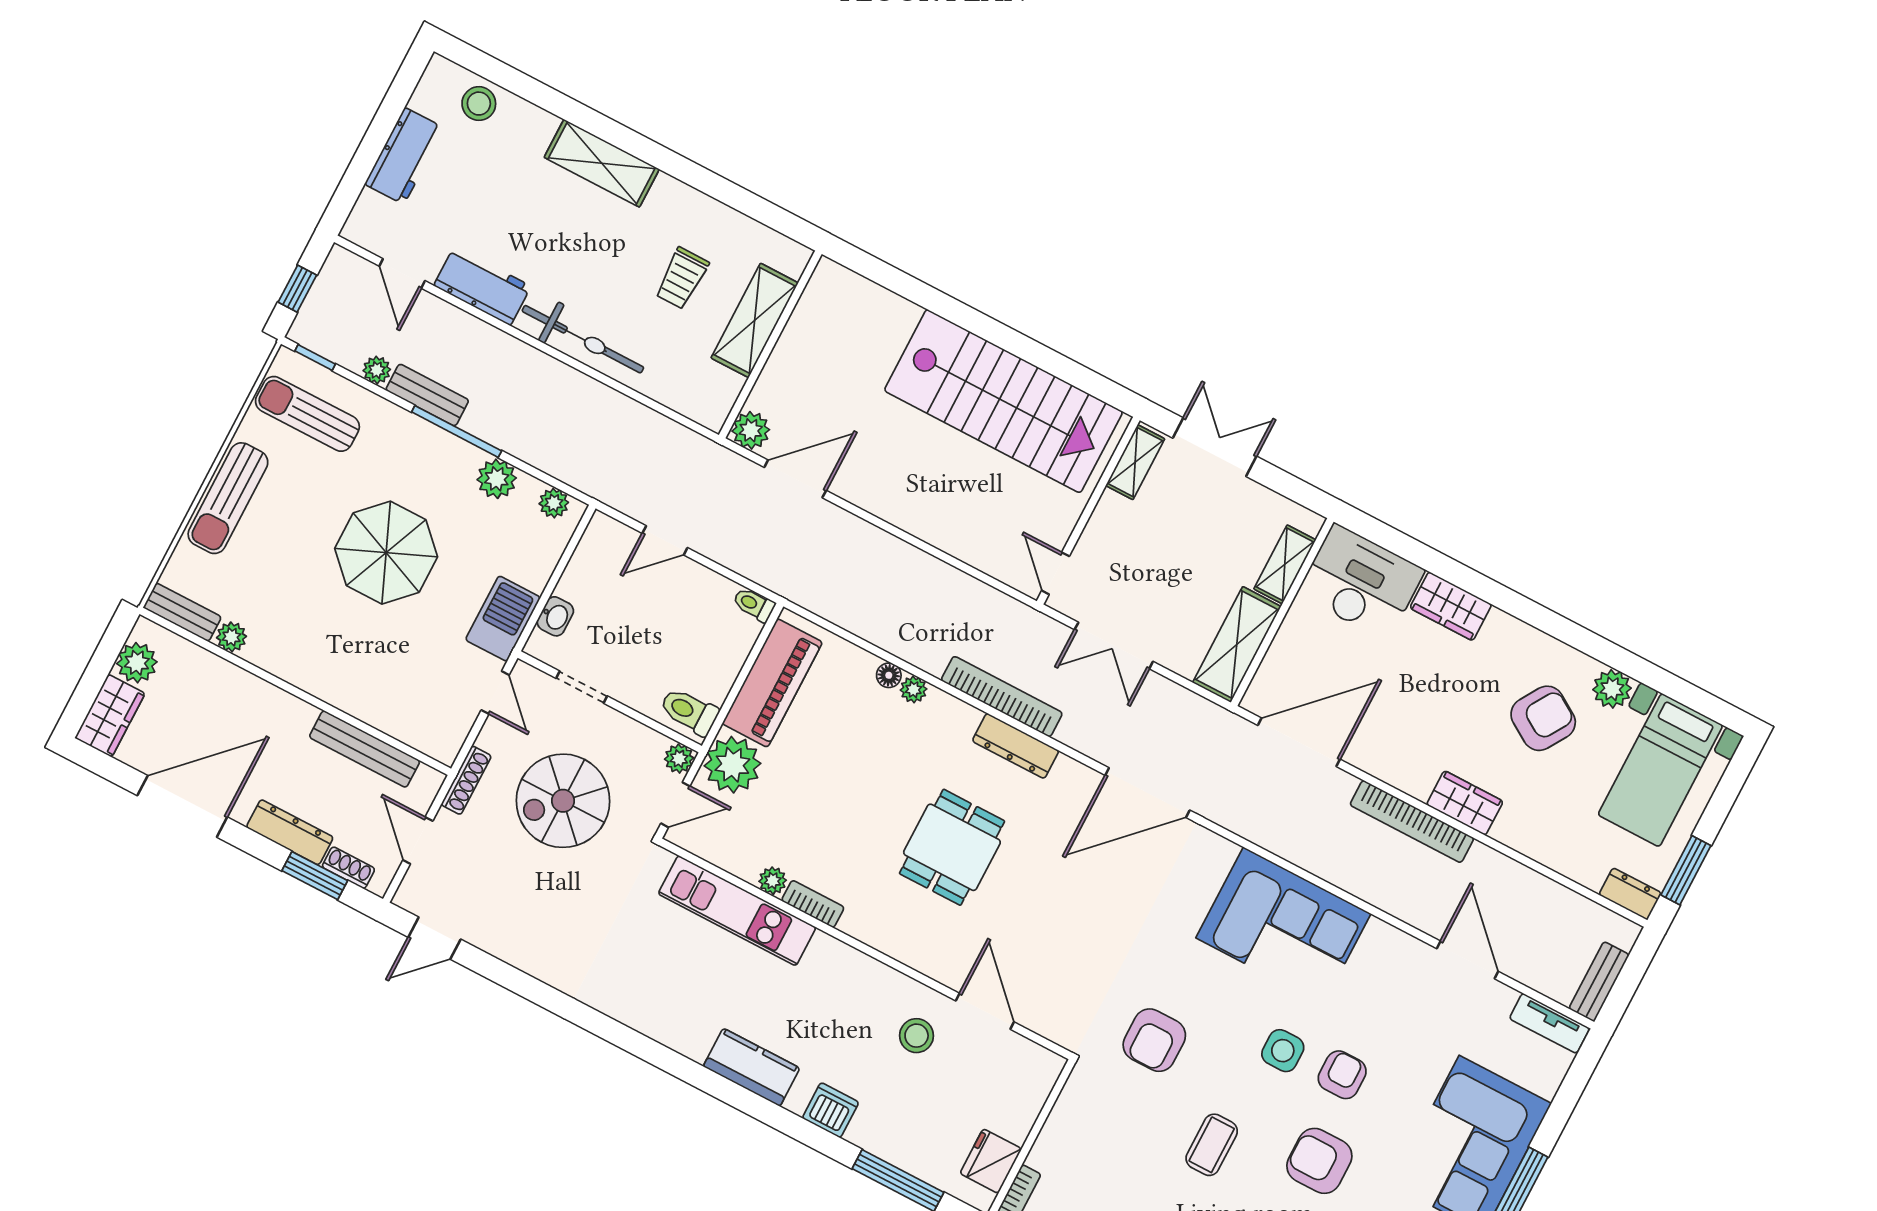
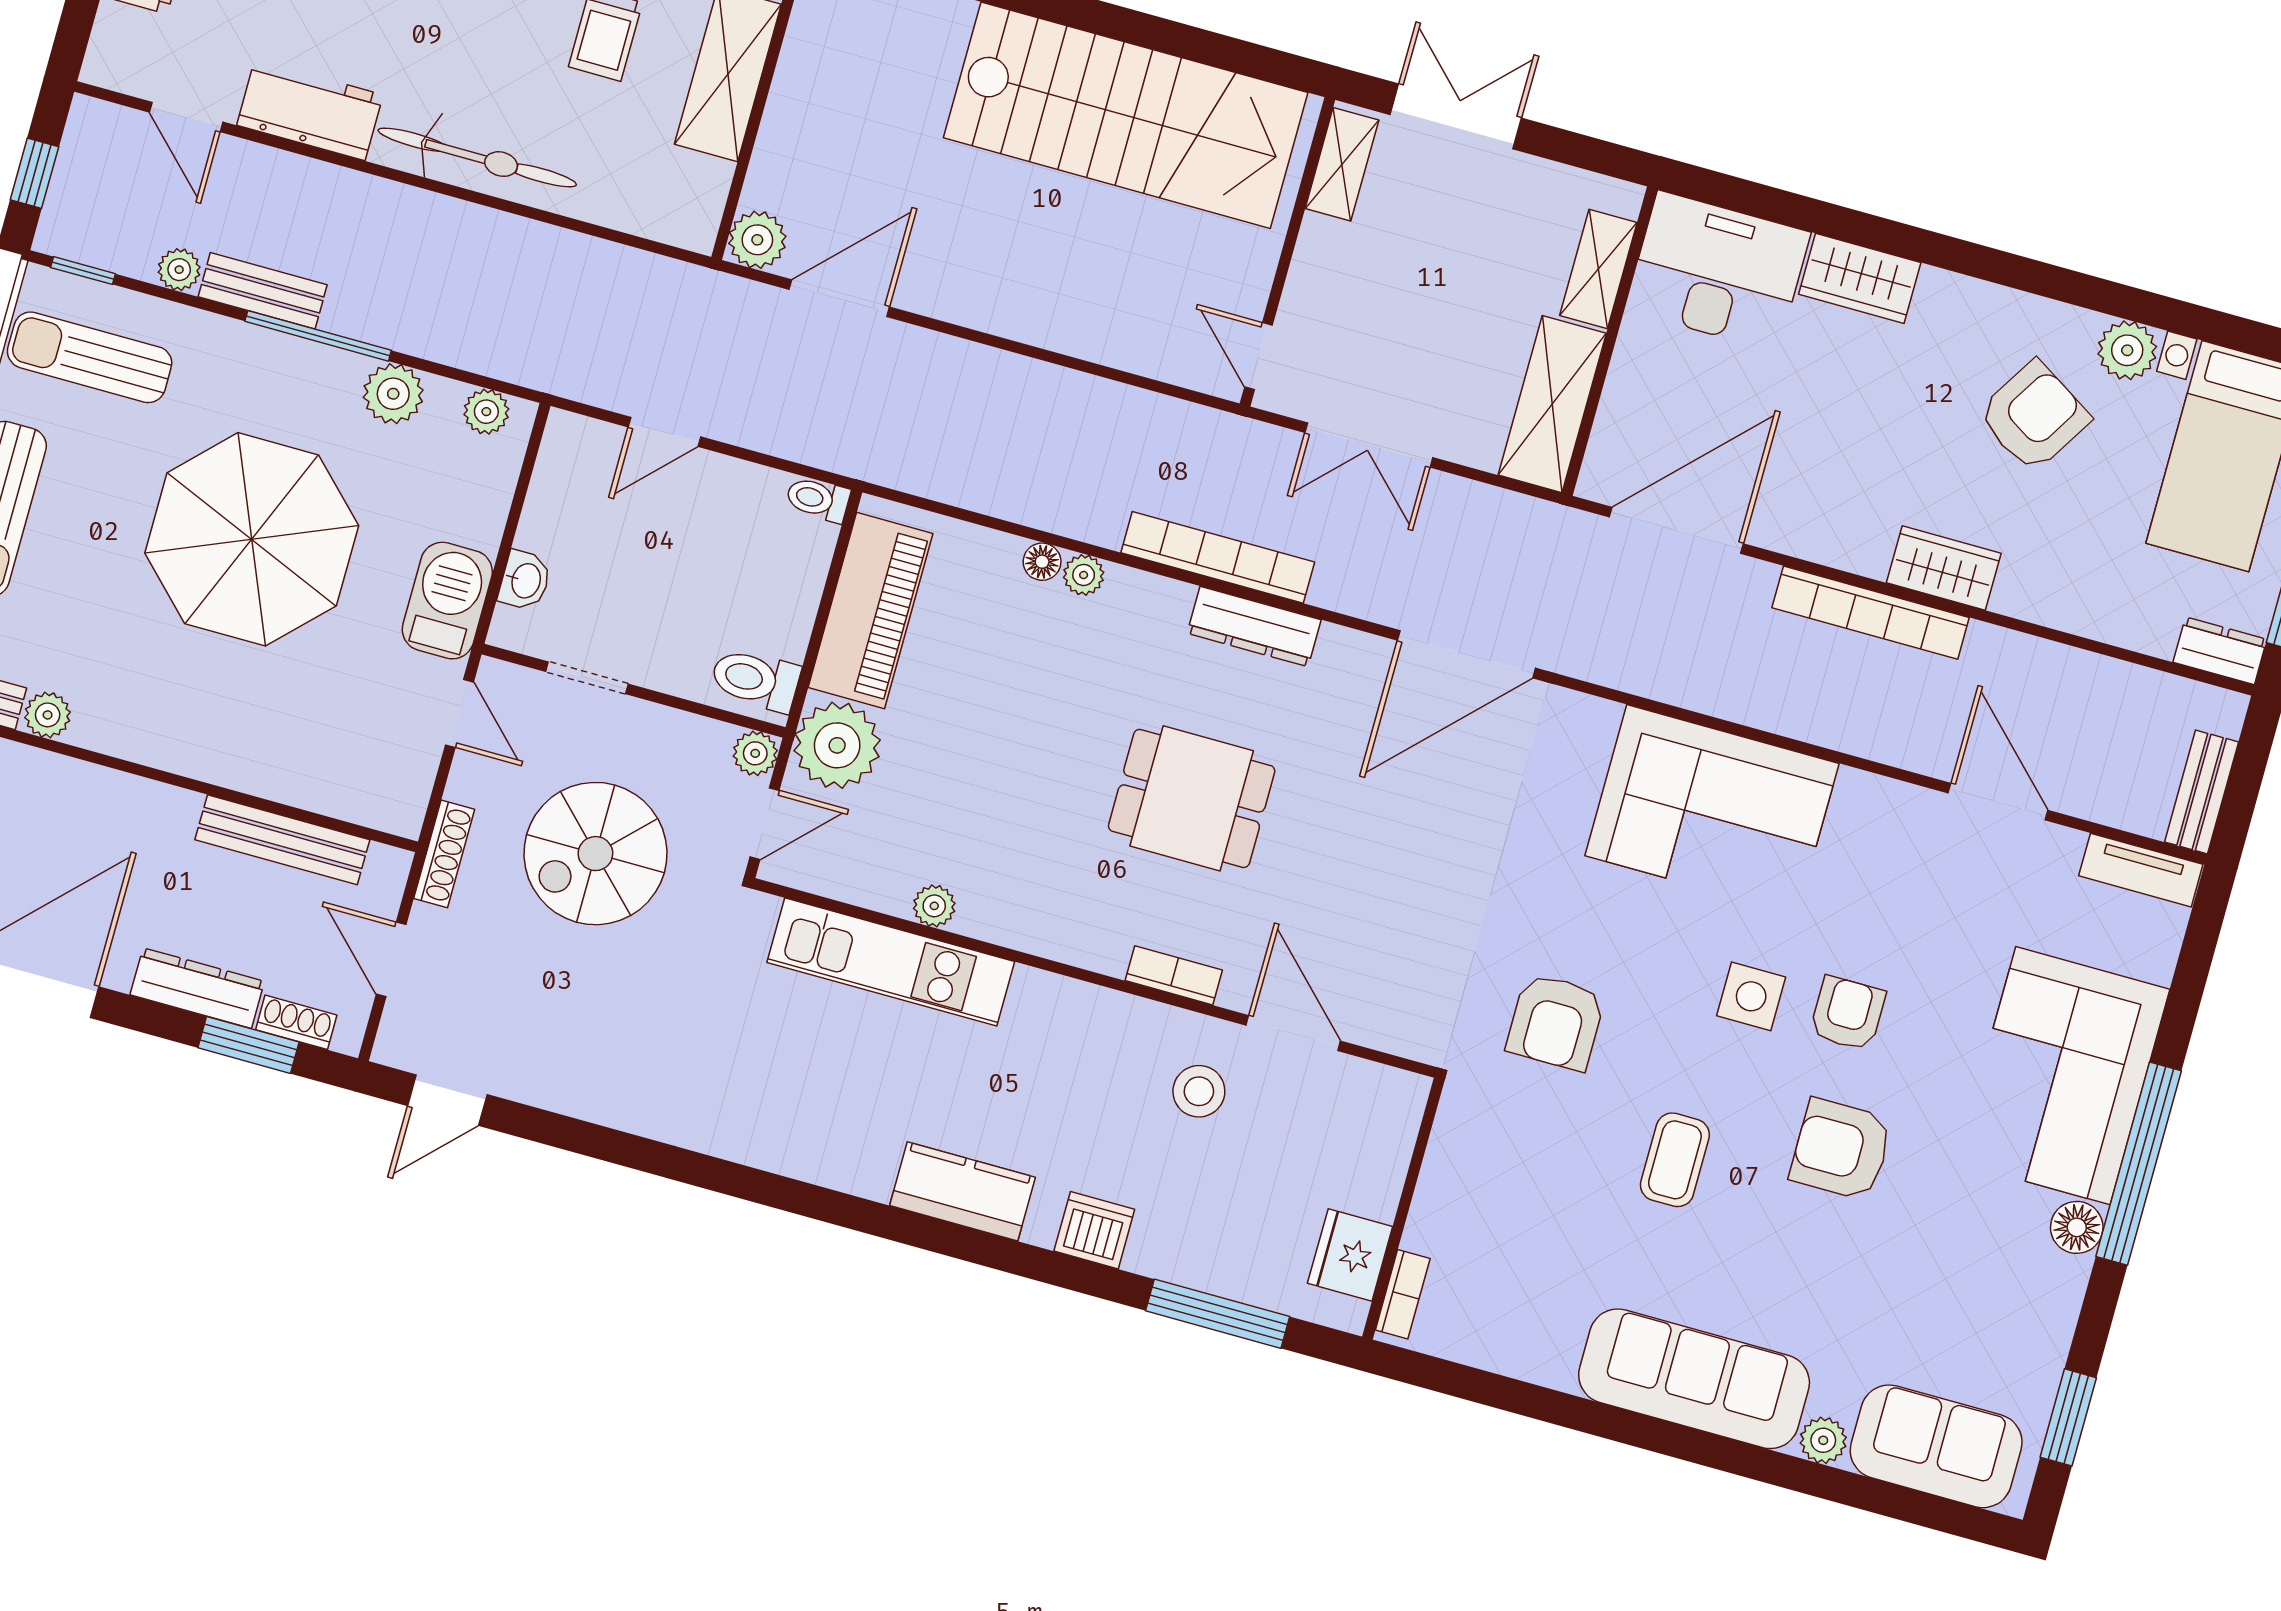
parasol: (386, 553) -> (252, 539), width x1.36, depth x1.36
dining table: (952, 847) -> (1192, 798), turned 90
bookcase: (813, 904) -> (1174, 975), moved

